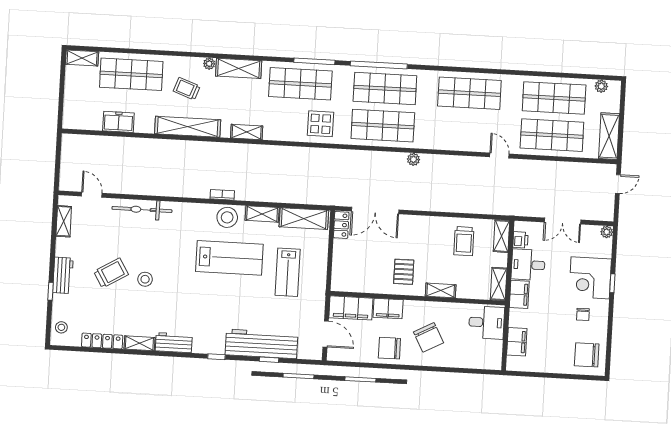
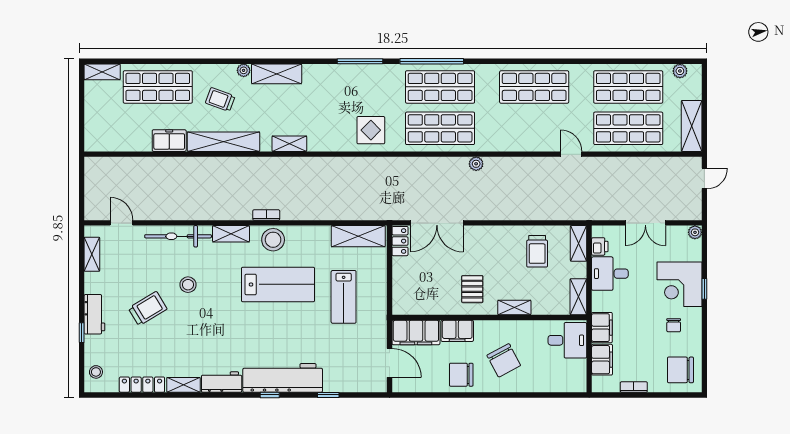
shop shelf: (300, 84) -> (346, 87), removed
freezer: (118, 122) -> (169, 141), moved
shelving: (262, 214) -> (231, 234), moved
stool: (145, 279) -> (188, 285), moved
filing cabinet: (519, 294) -> (602, 328), moved
workbench: (261, 344) -> (283, 378), moved
bookcase: (544, 368) -> (634, 387), added

